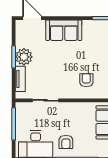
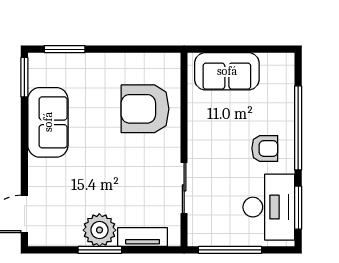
sofa: (64, 30) -> (48, 122), moved
armchair: (86, 80) -> (145, 109), width x1.88, depth x1.88

